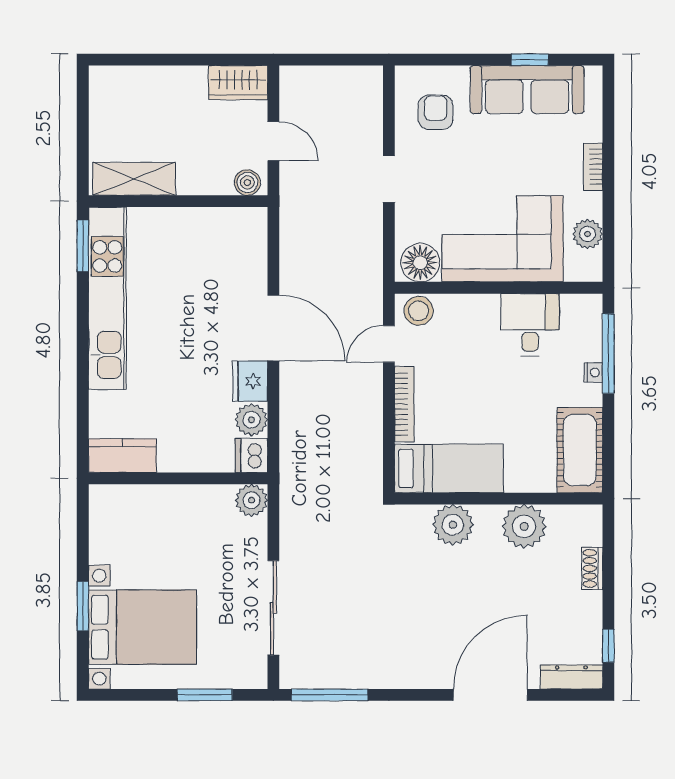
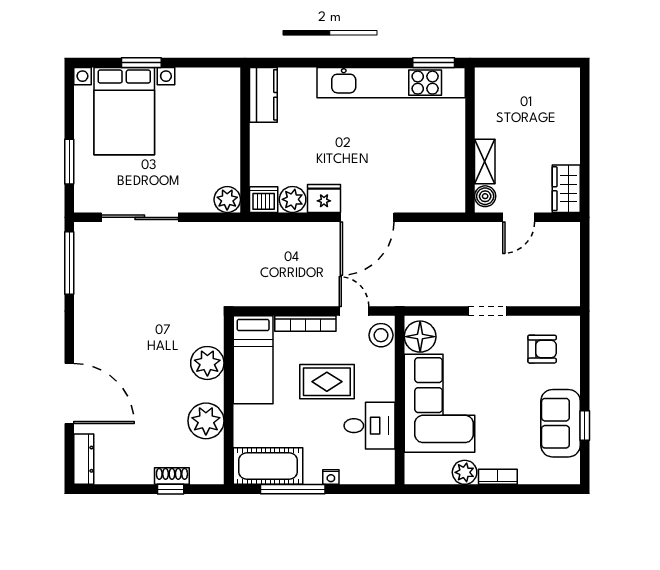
sofa: (527, 90) -> (561, 423), width x0.73
shelving: (134, 179) -> (485, 162), moved, width x0.67, depth x0.75
plant: (588, 234) -> (465, 472), moved
window: (608, 354) -> (293, 489), moved
rug: (476, 377) -> (327, 382), added
window: (608, 646) -> (171, 489), moved

